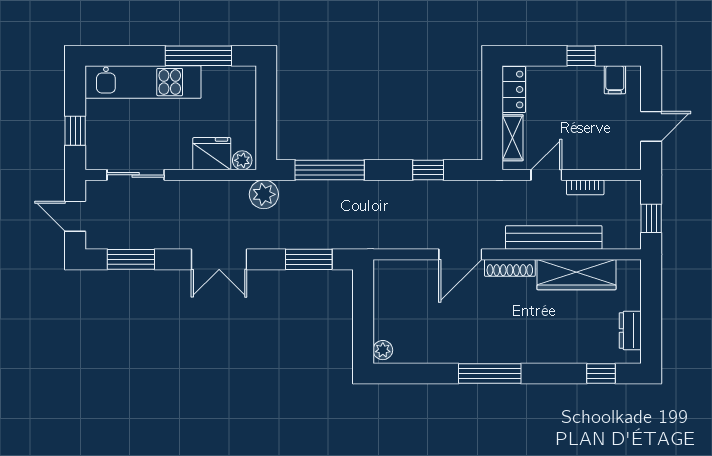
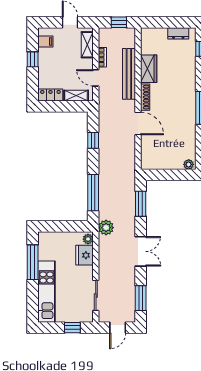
shelving: (609, 159) -> (87, 45), added
wardrobe: (576, 275) -> (149, 69), width x0.67

